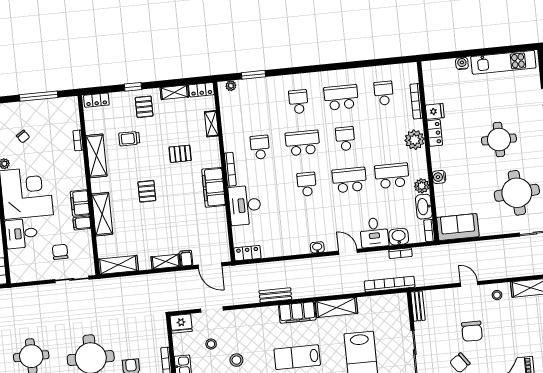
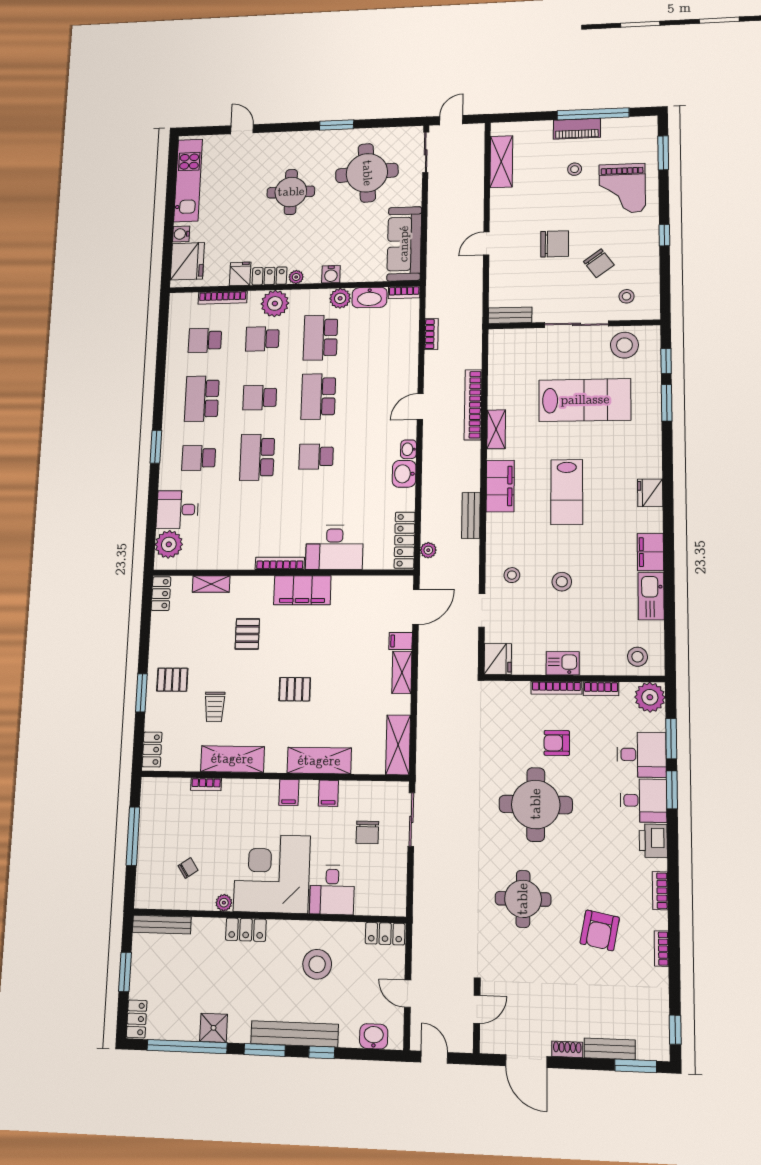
fridge: (442, 71) -> (187, 261), added
window: (253, 75) -> (156, 447), moved
plant: (231, 86) -> (169, 544), width x1.88, depth x1.88
window: (133, 87) -> (141, 693), width x1.50
shelving: (174, 92) -> (159, 633), removed
school desk: (260, 147) -> (262, 339), moved
plant: (435, 152) -> (296, 277), added
filing cabinet: (80, 203) -> (289, 792), width x0.50
sofa: (458, 227) -> (404, 244), width x1.36
desk: (374, 233) -> (177, 510), moved, turned 180
washbasin: (399, 237) -> (404, 474), moved
chair: (60, 252) -> (367, 832), turned -90
locker: (247, 253) -> (405, 540), width x1.53
plant: (249, 269) -> (428, 550), added
bookcase: (390, 284) -> (473, 405), moved
stool: (497, 295) -> (575, 169), moved
shelving: (336, 307) -> (496, 429), width x0.67, depth x0.75
stool: (211, 344) -> (512, 575), moved

